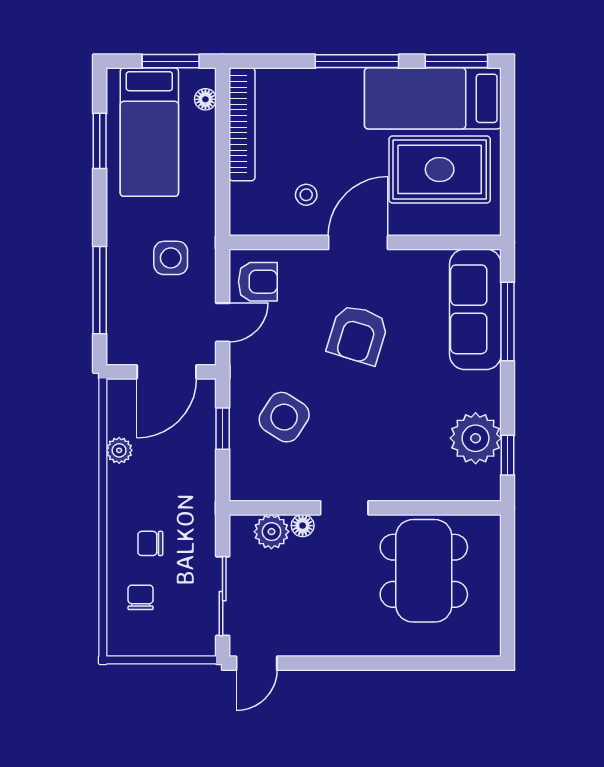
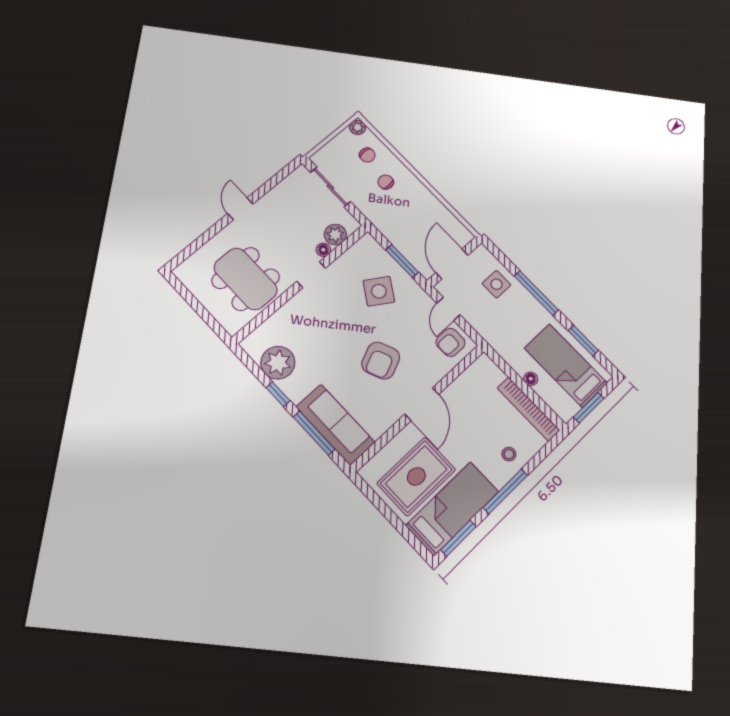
floor lamp: (205, 99) -> (531, 379), moved
stool: (306, 195) -> (509, 454), moved
side table: (171, 258) -> (497, 284), moved
window: (100, 290) -> (536, 293), moved
armchair: (358, 334) -> (381, 361), turned -130
window: (223, 429) -> (402, 261), width x1.50
plant: (119, 450) -> (358, 127), moved
window: (508, 455) -> (278, 394), moved
chair: (150, 543) -> (386, 182), turned -90
door: (257, 663) -> (240, 209), moved

